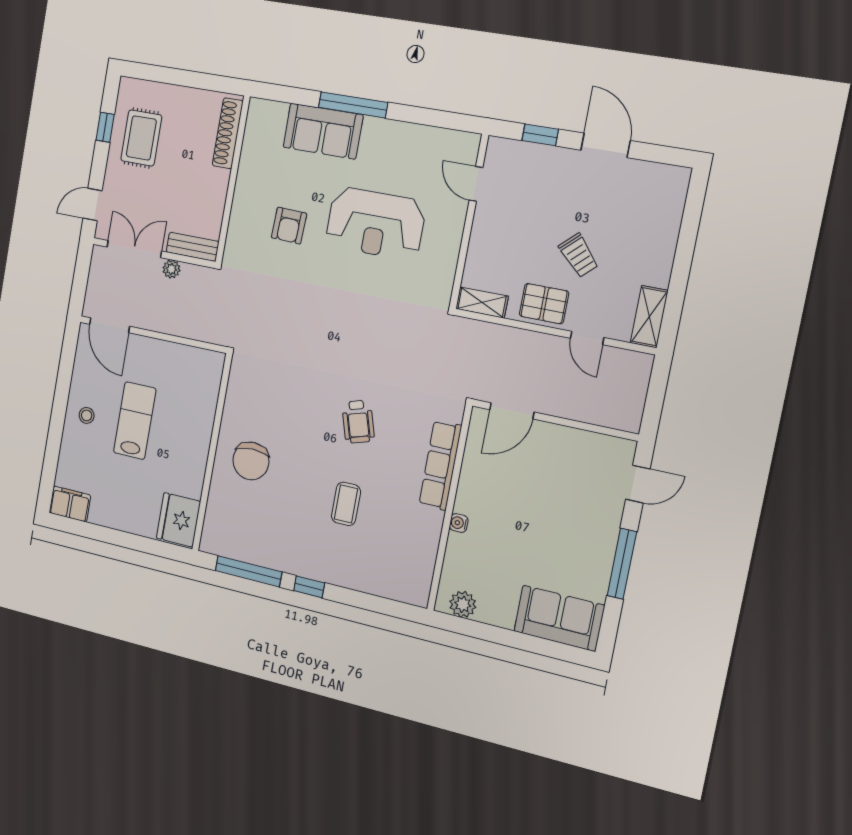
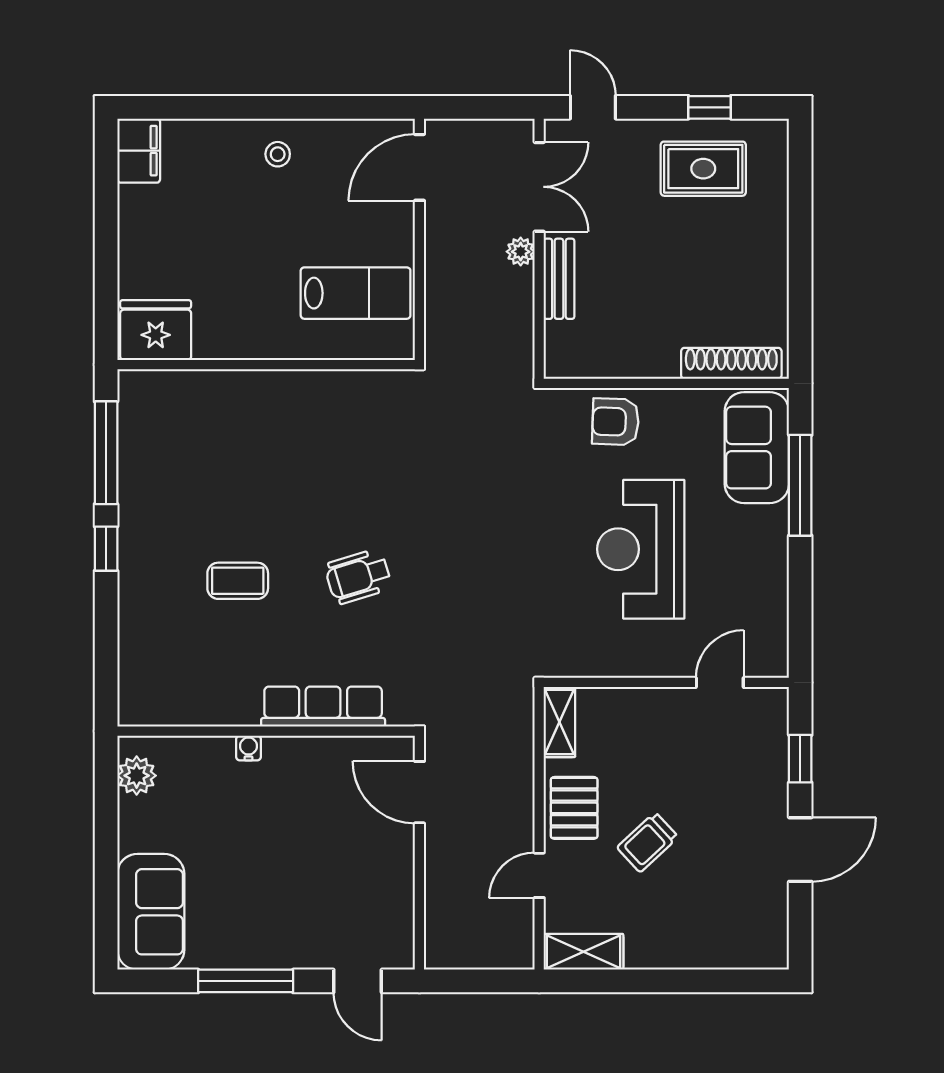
shoe rack: (228, 133) -> (731, 363), moved
wall: (233, 180) -> (666, 383), moved
lab bench: (135, 421) -> (356, 293), moved
chair: (251, 461) -> (267, 427), removed

